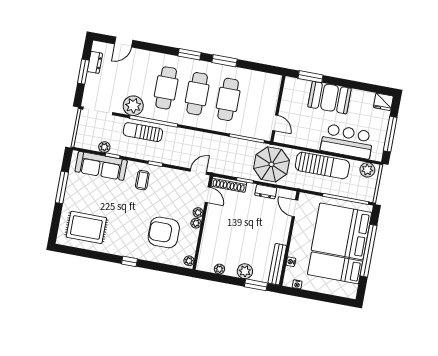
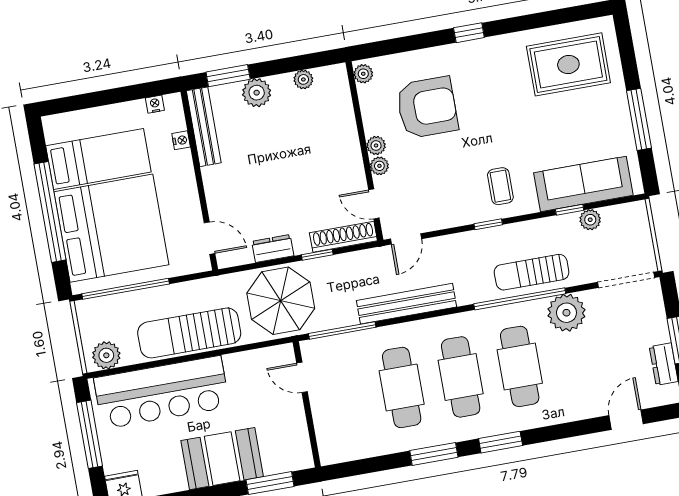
sun lounger: (143, 132) -> (532, 272), turned 180
bench: (210, 140) -> (406, 304), added
bar counter: (347, 141) -> (162, 392), width x1.36

